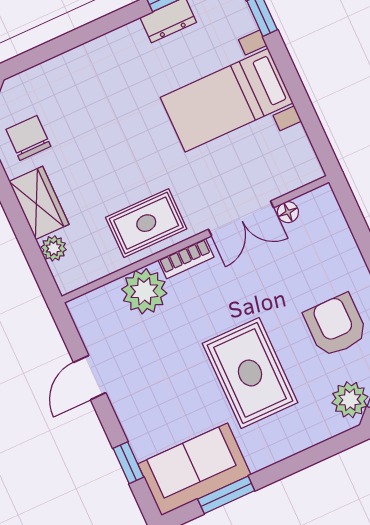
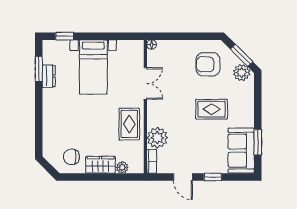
floor lamp: (288, 212) -> (152, 45), moved
bookcase: (186, 259) -> (152, 161), moved
rug: (250, 373) -> (212, 109), width x0.73, depth x0.70
window: (128, 463) -> (213, 177), moved

